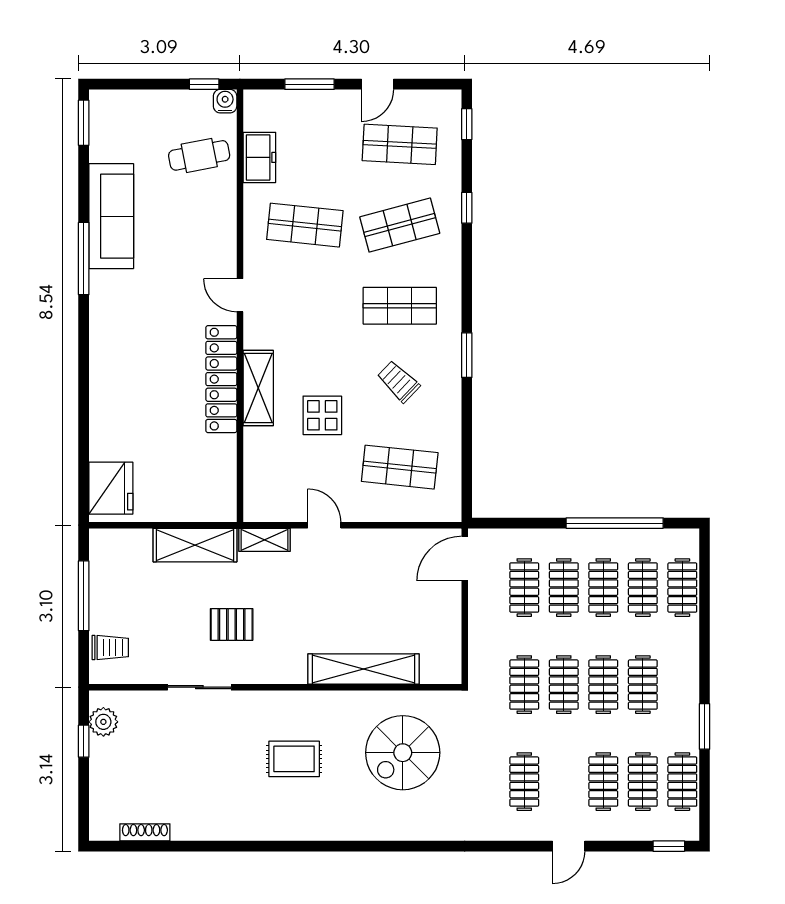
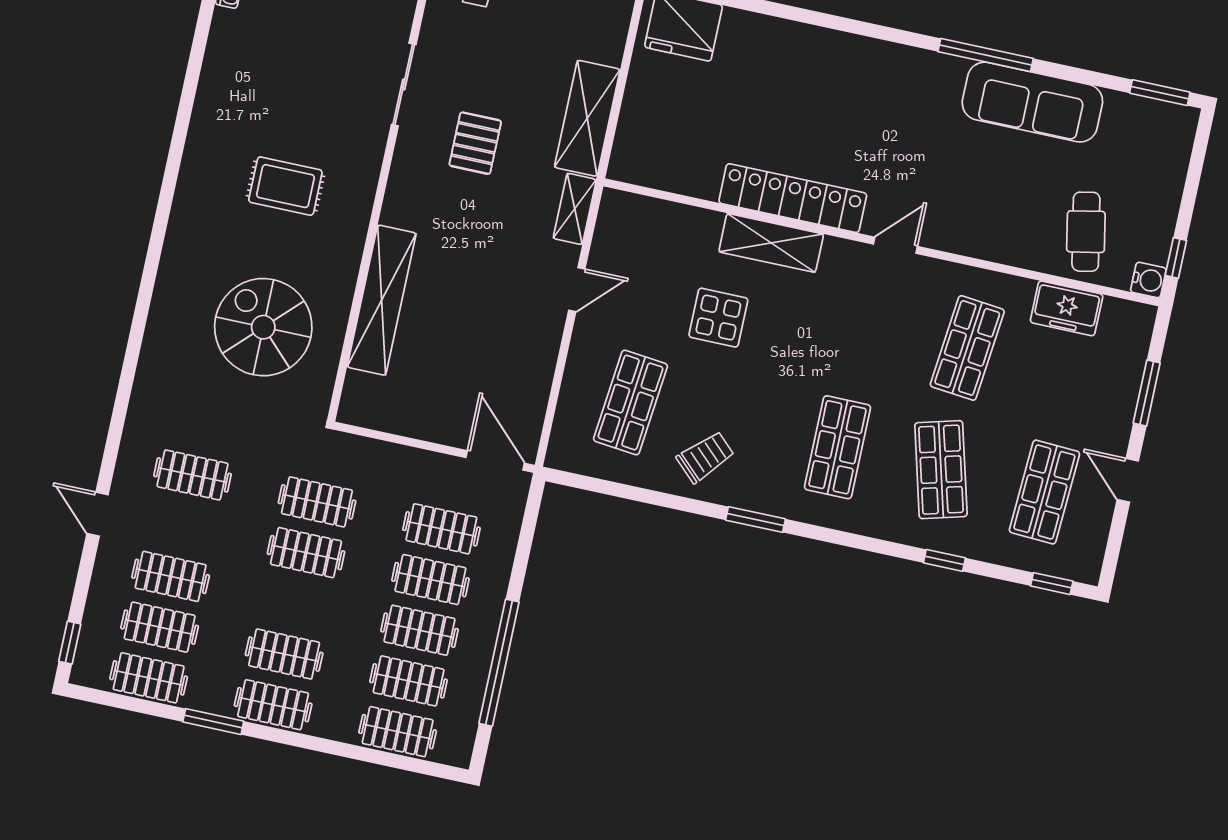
trolley: (398, 382) -> (705, 457), moved
clothes rail: (603, 685) -> (273, 705), moved
rug: (294, 759) -> (285, 186), turned 90

